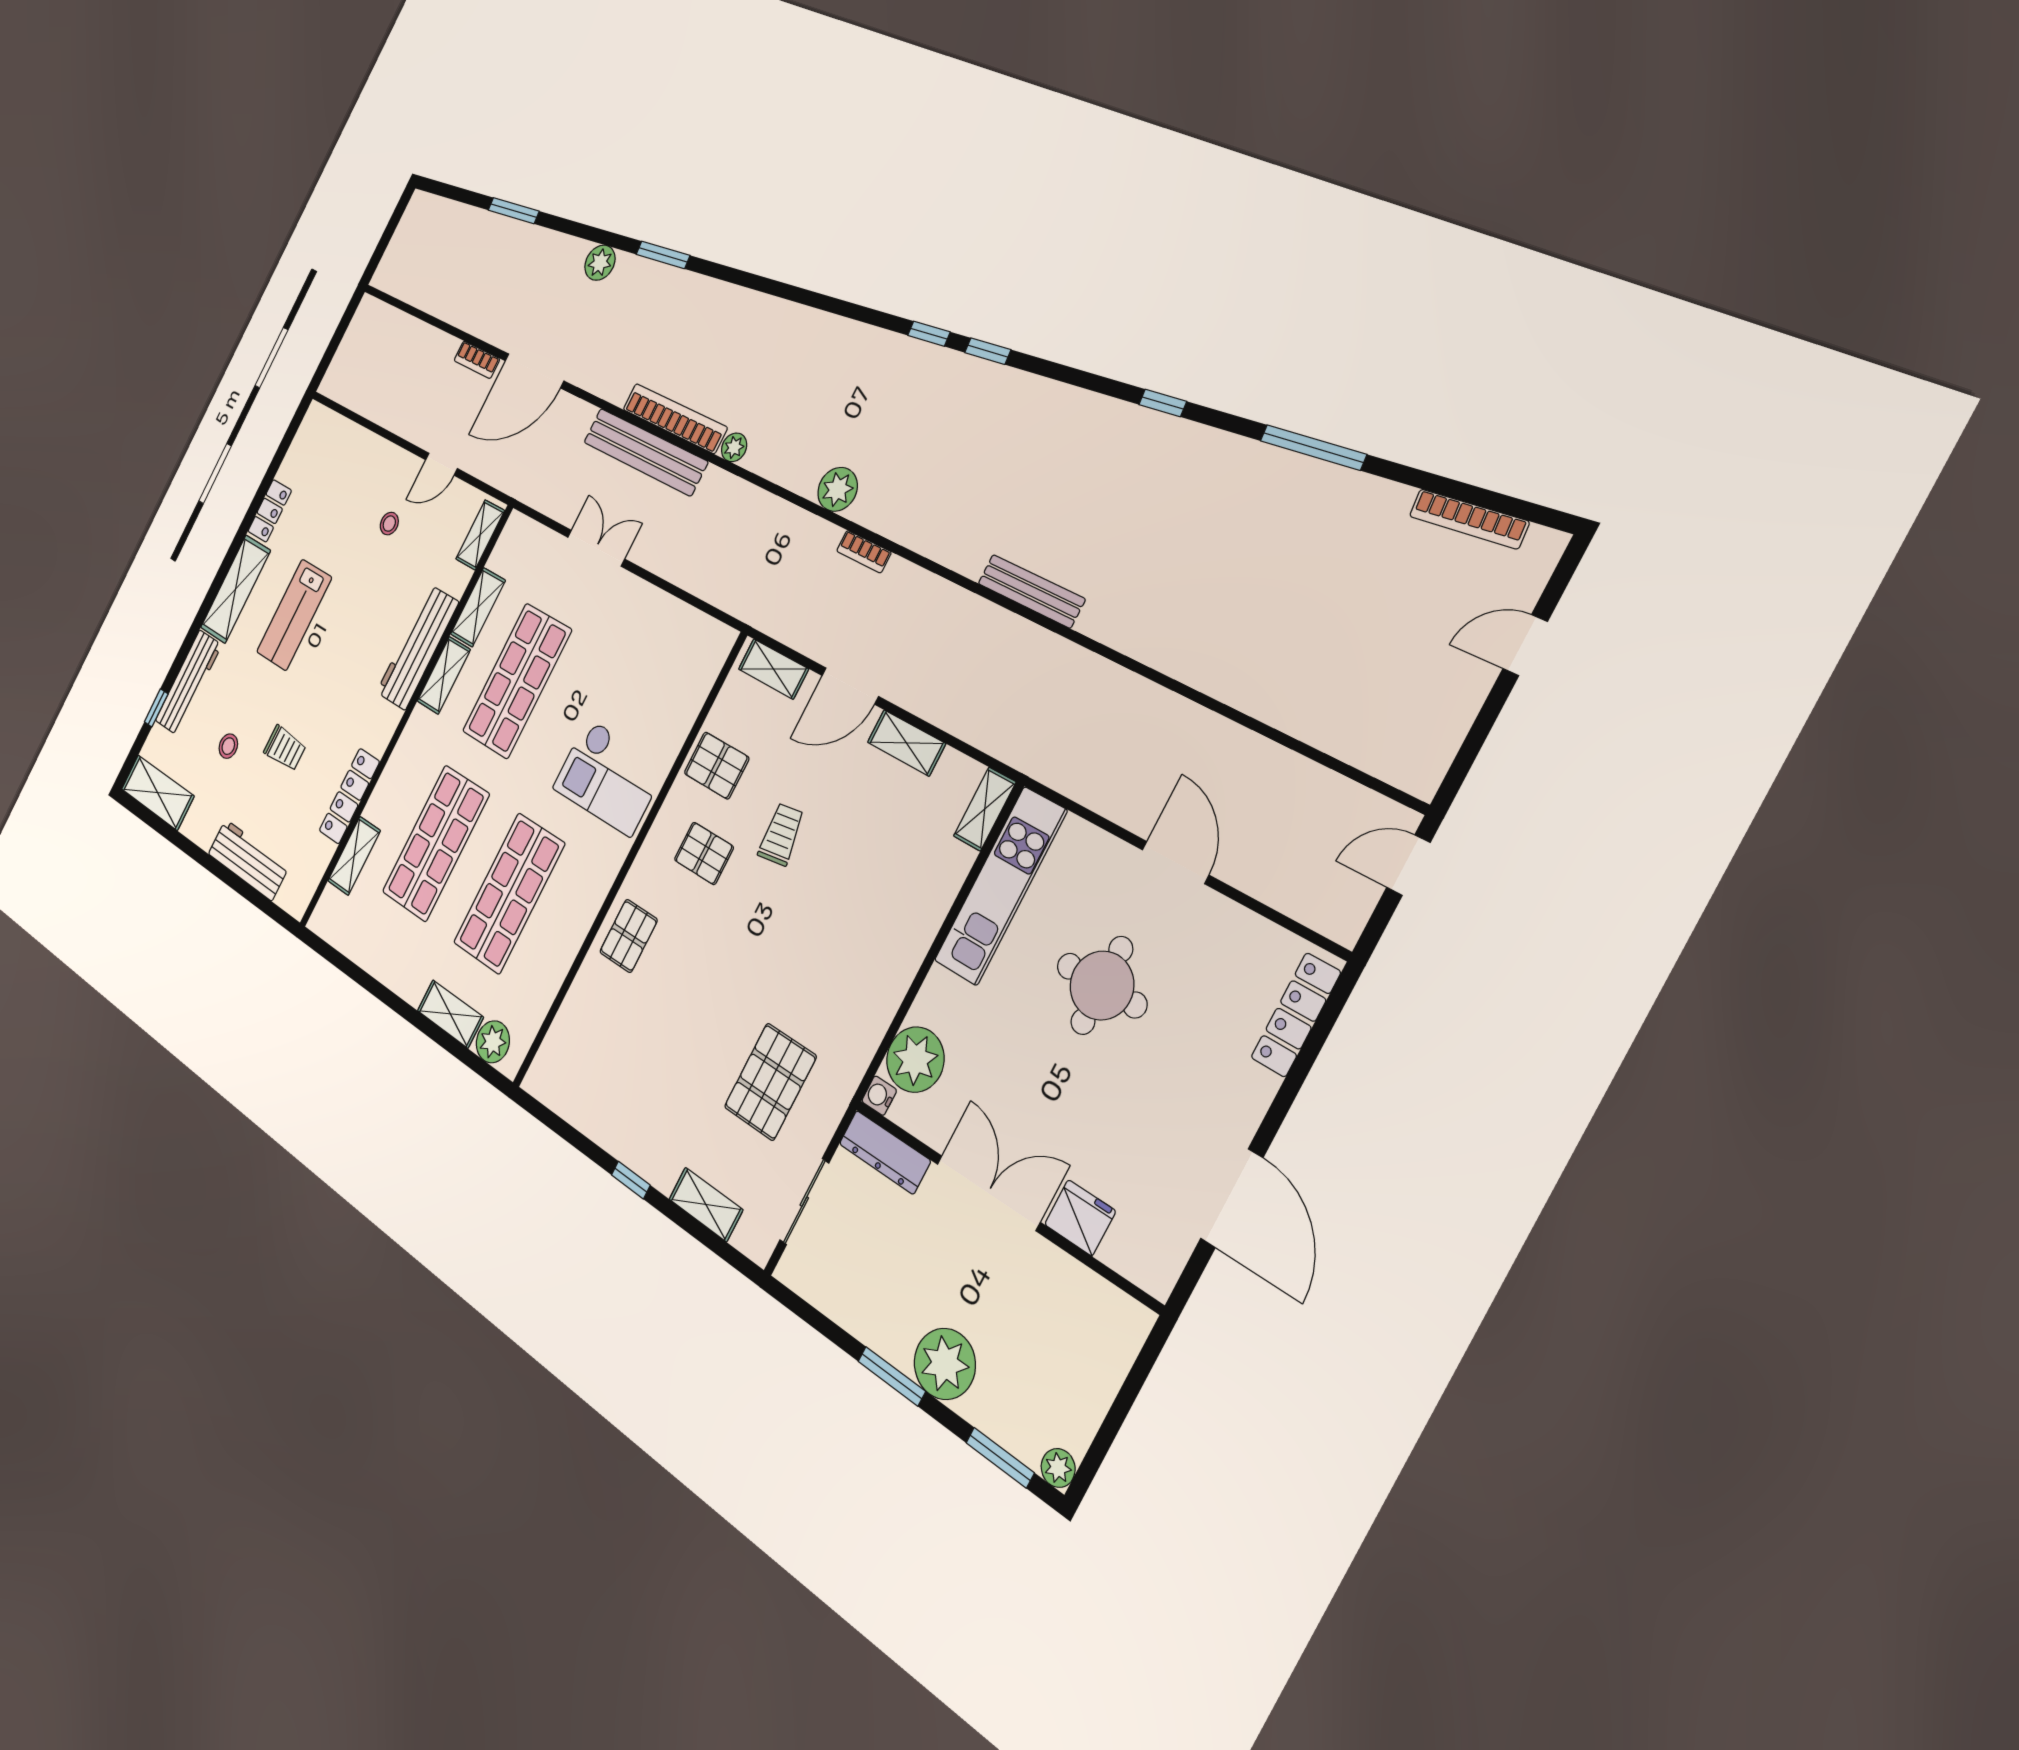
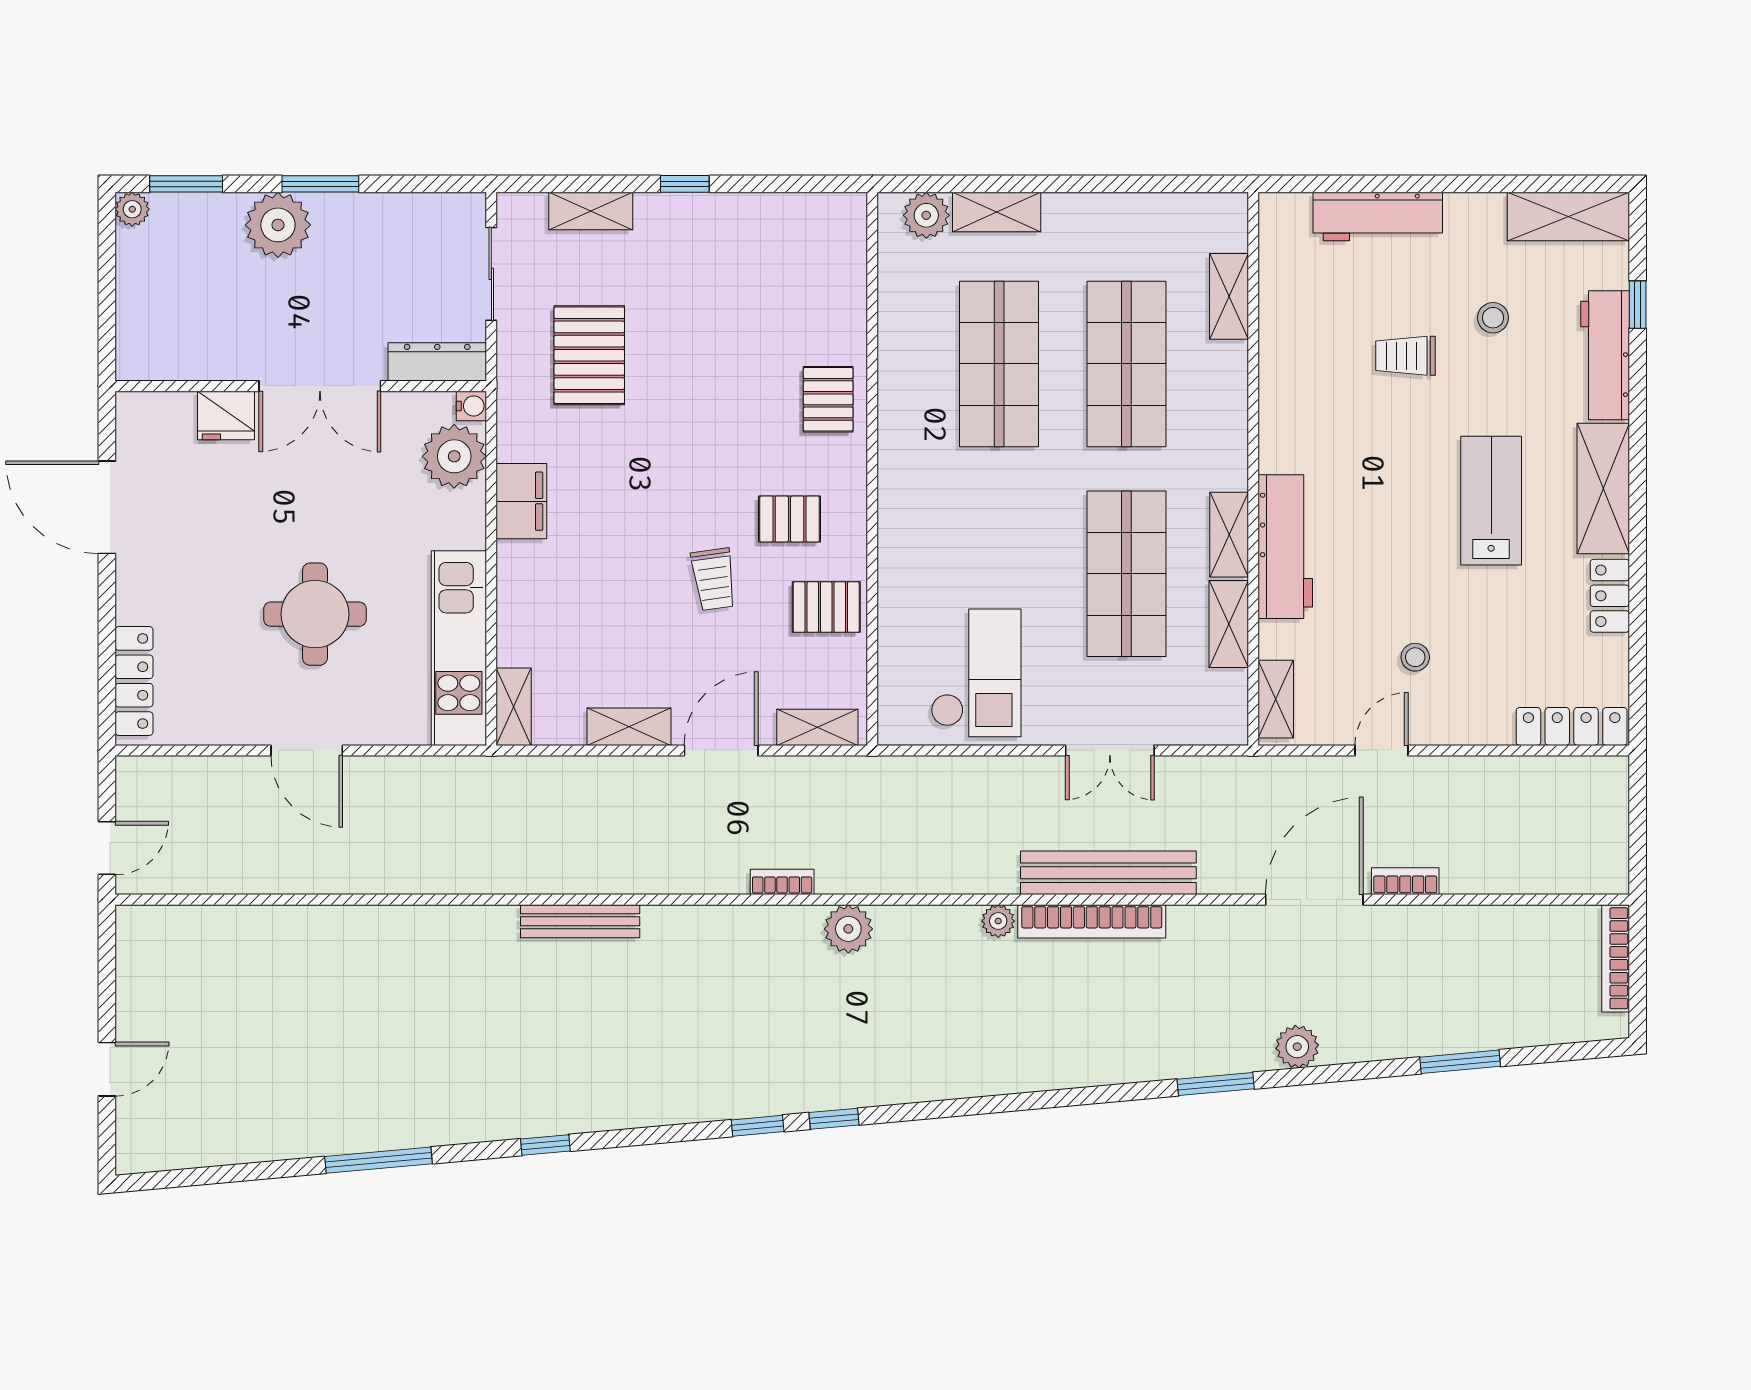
bookcase: (1469, 519) -> (1616, 958), moved, turned -85
checkout: (609, 777) -> (976, 673), moved, turned 90
locker: (349, 796) -> (1572, 726), moved, turned -90
filing cabinet: (885, 987) -> (521, 501), added

